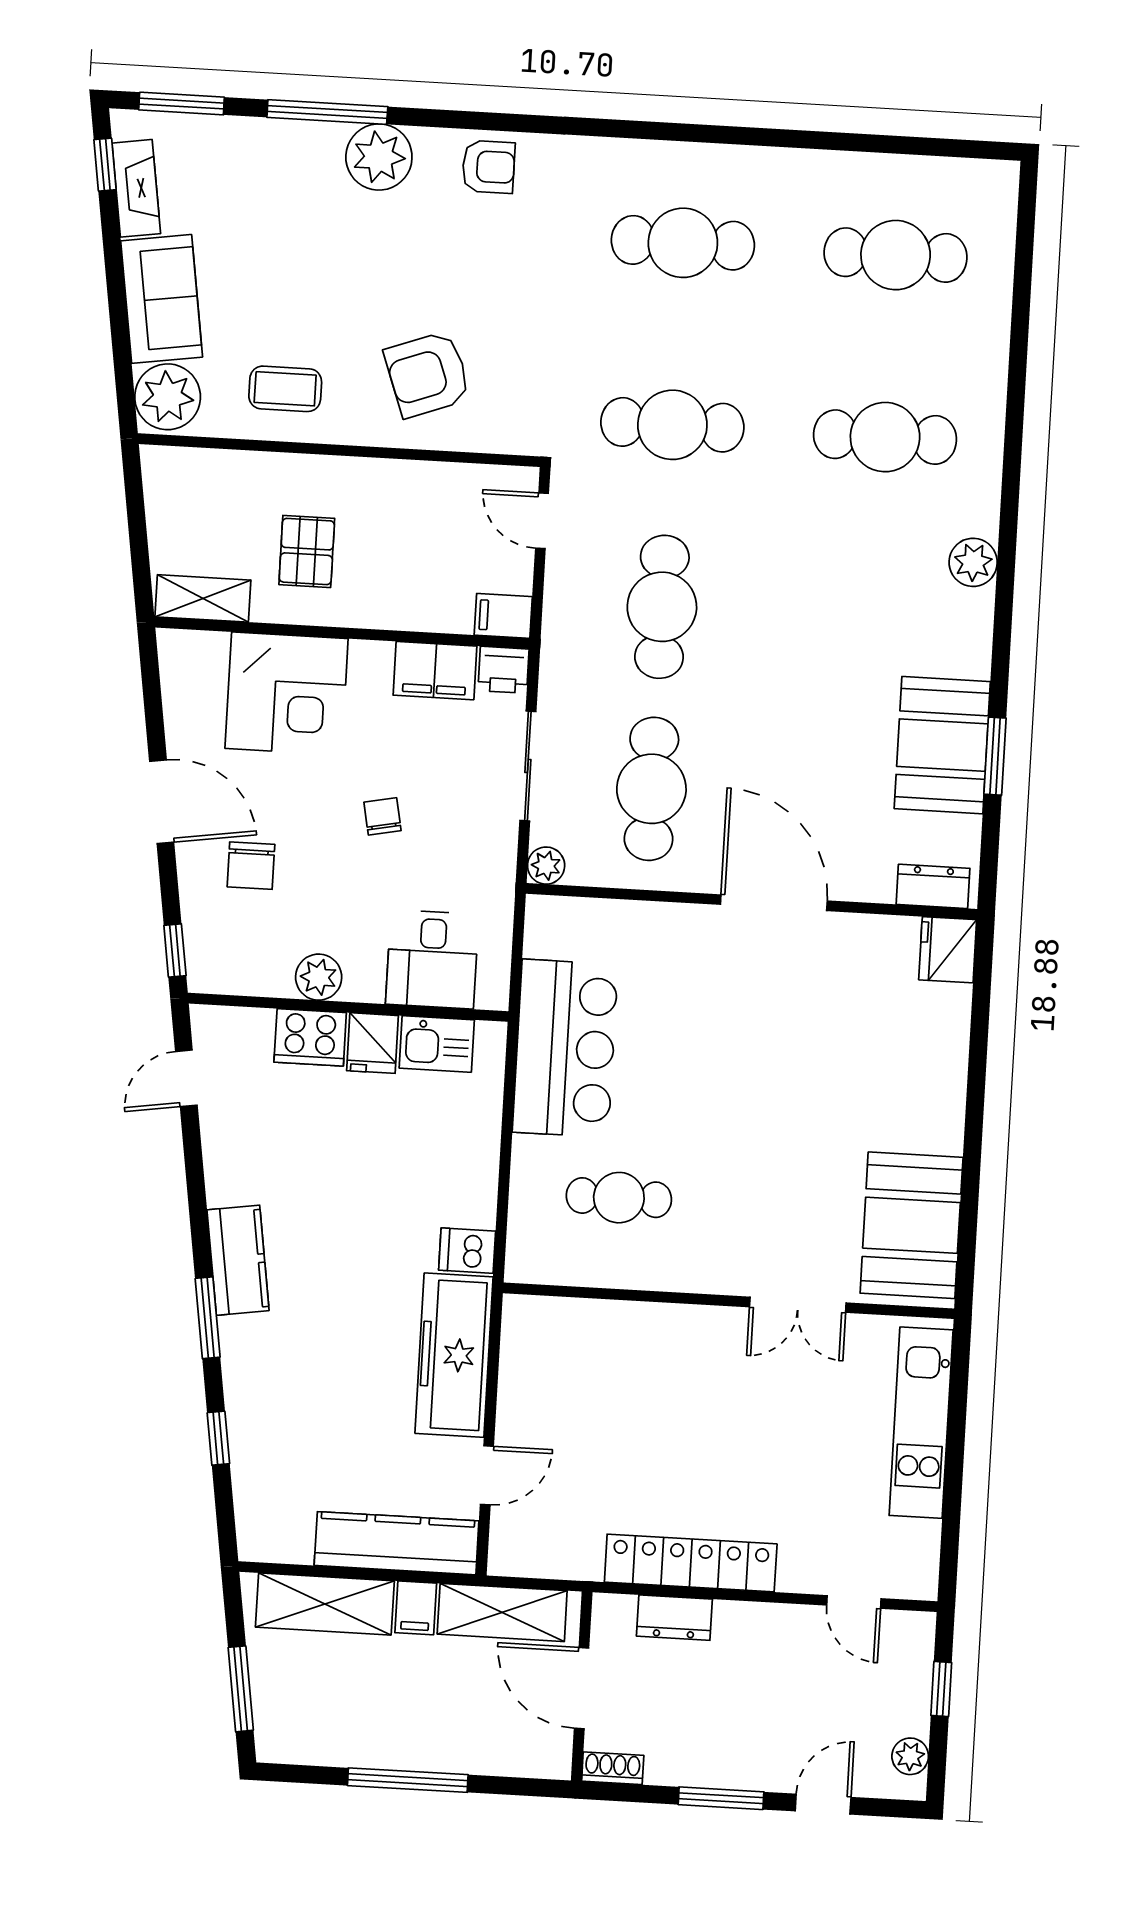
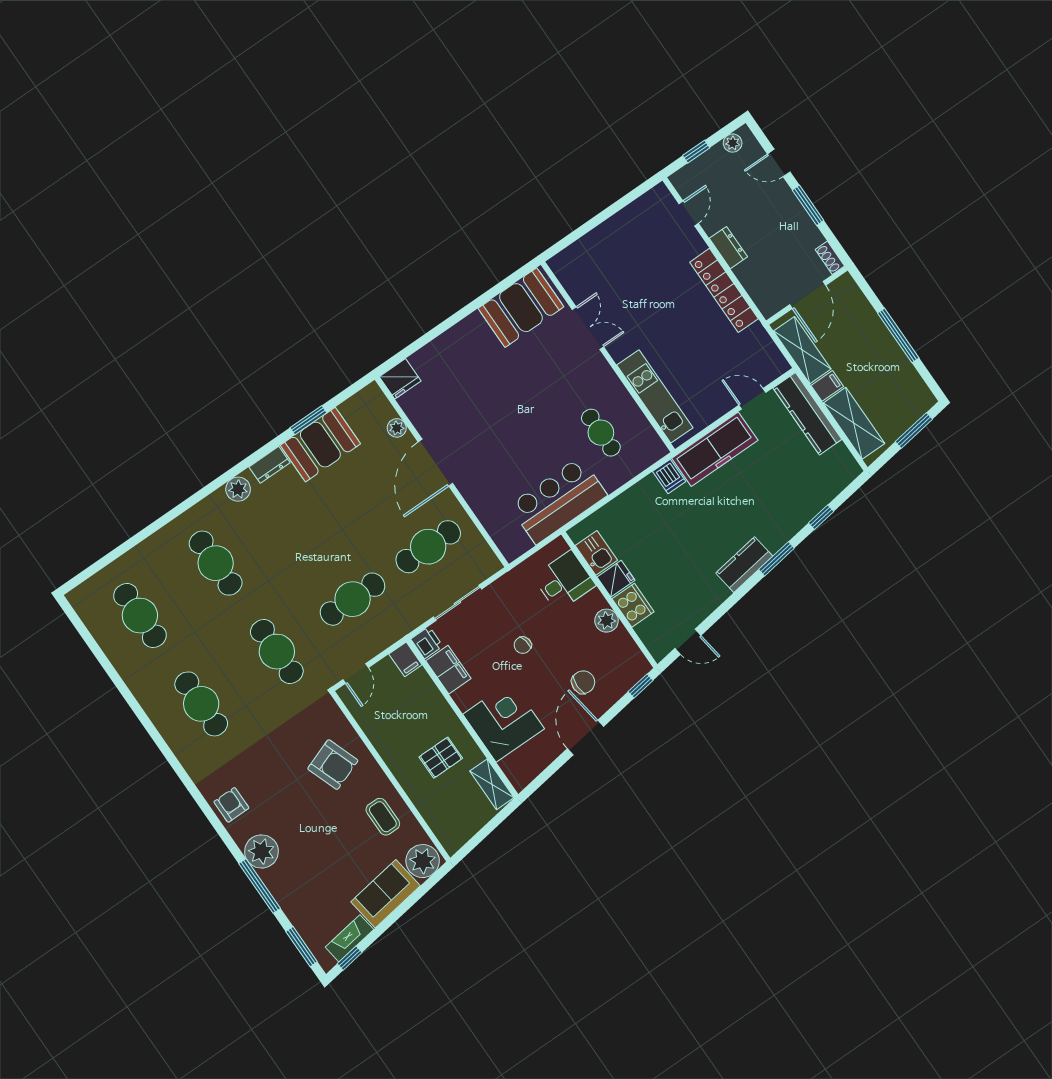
plant: (546, 866) -> (397, 428), moved
dresser: (933, 886) -> (270, 465), moved, turned -90
kitchen unit: (921, 1423) -> (655, 396), moved, turned -90
dresser: (674, 1618) -> (728, 248), moved

